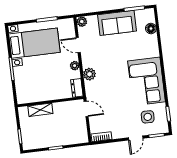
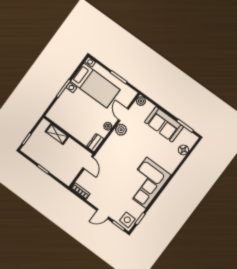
plant: (89, 74) -> (121, 130), moved
side table: (148, 117) -> (127, 220), moved

